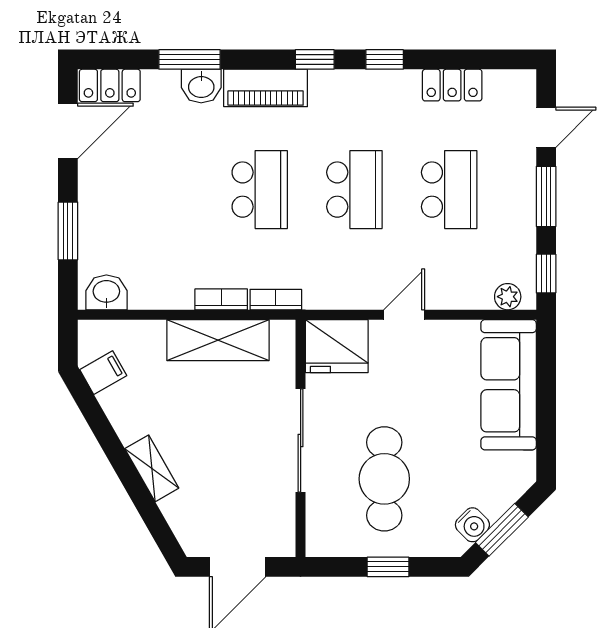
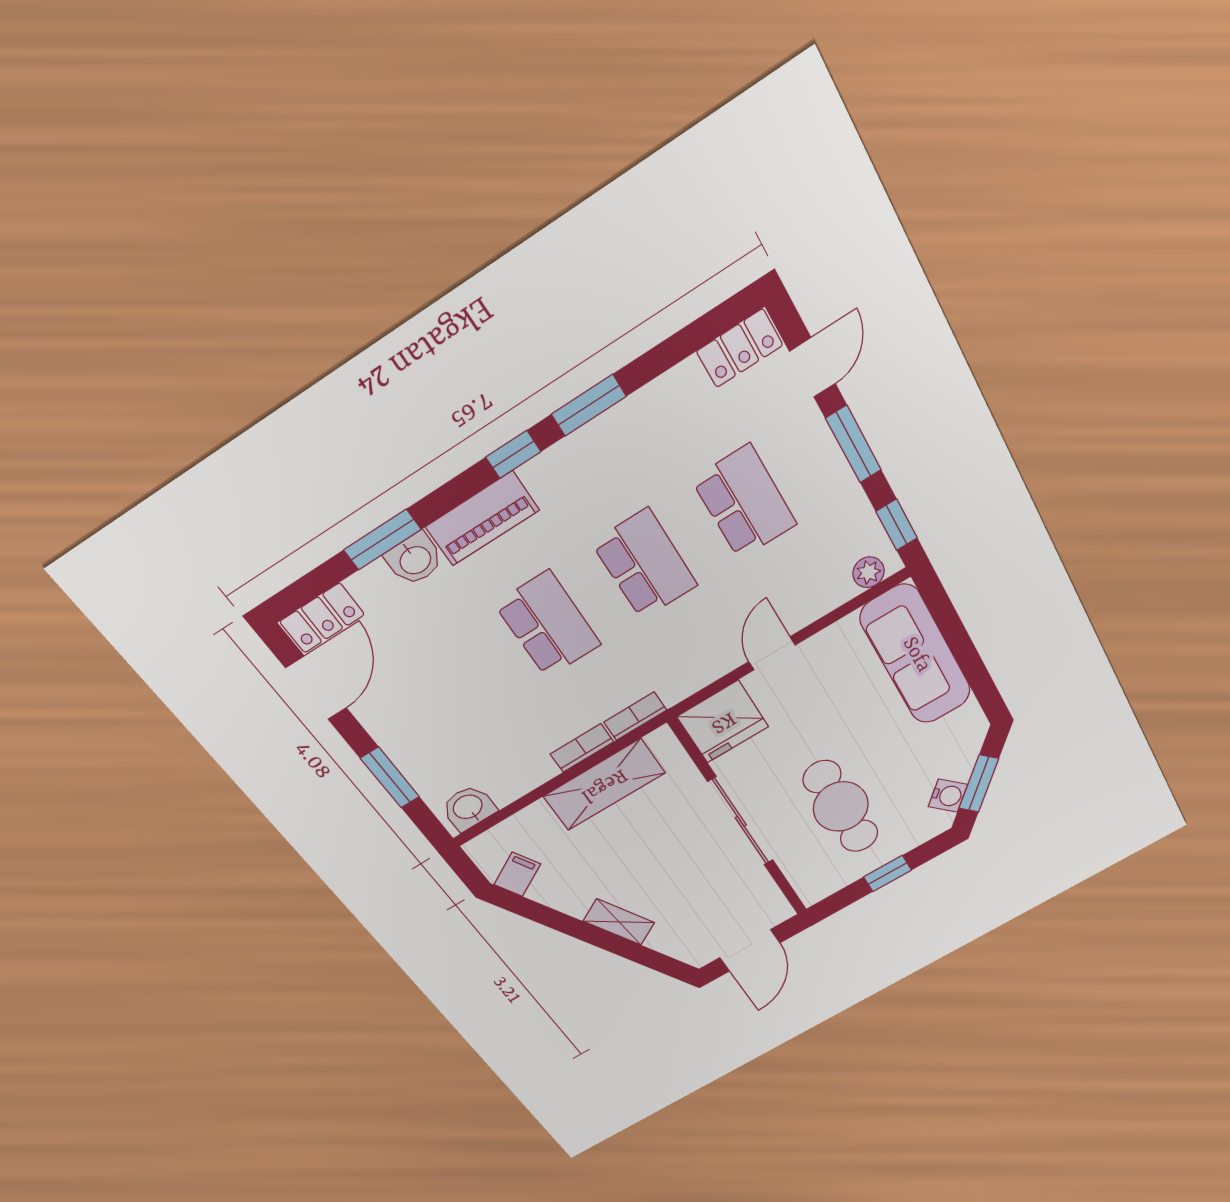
window: (385, 59) -> (589, 405), width x1.50
locker: (452, 85) -> (740, 348), moved

